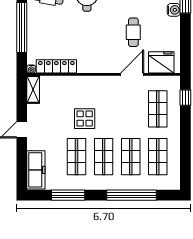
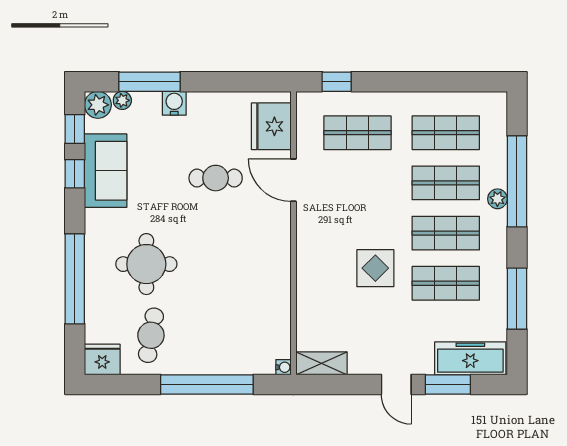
locker: (56, 66) -> (279, 321), removed
window: (22, 158) -> (448, 384), added
plant: (122, 185) -> (497, 199), added

